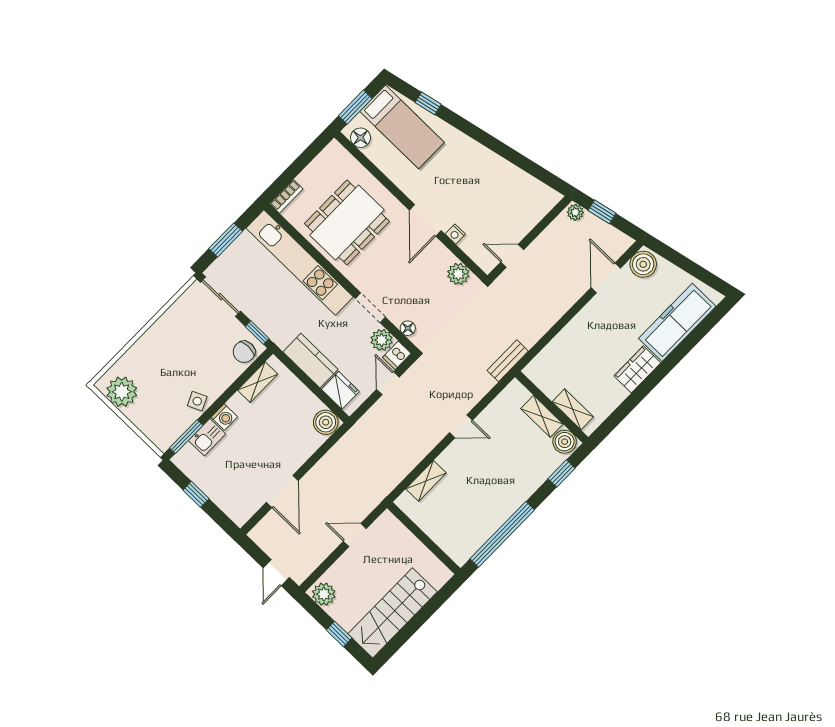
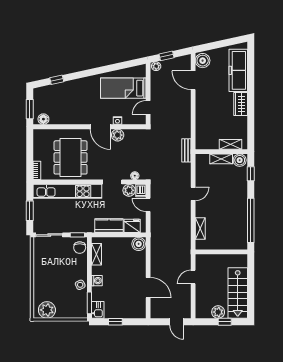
bed: (402, 127) -> (123, 88), moved, turned 180
plant: (458, 274) -> (118, 135), moved
kitchen sink: (207, 437) -> (98, 310), moved
plant: (324, 594) -> (218, 312), moved

